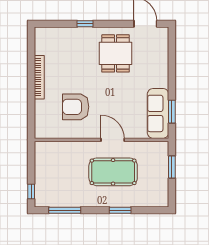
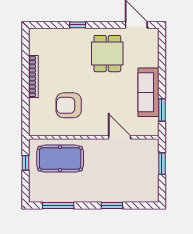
sofa: (158, 113) -> (148, 92), moved
door: (113, 140) -> (120, 137), moved
pool table: (113, 172) -> (60, 159), moved
window: (31, 191) -> (25, 163), moved

